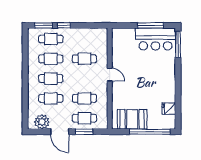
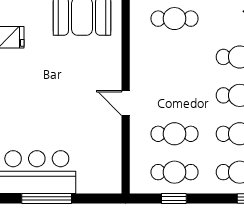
window: (64, 25) -> (174, 198), moved
cafe table: (84, 98) -> (174, 172), moved

